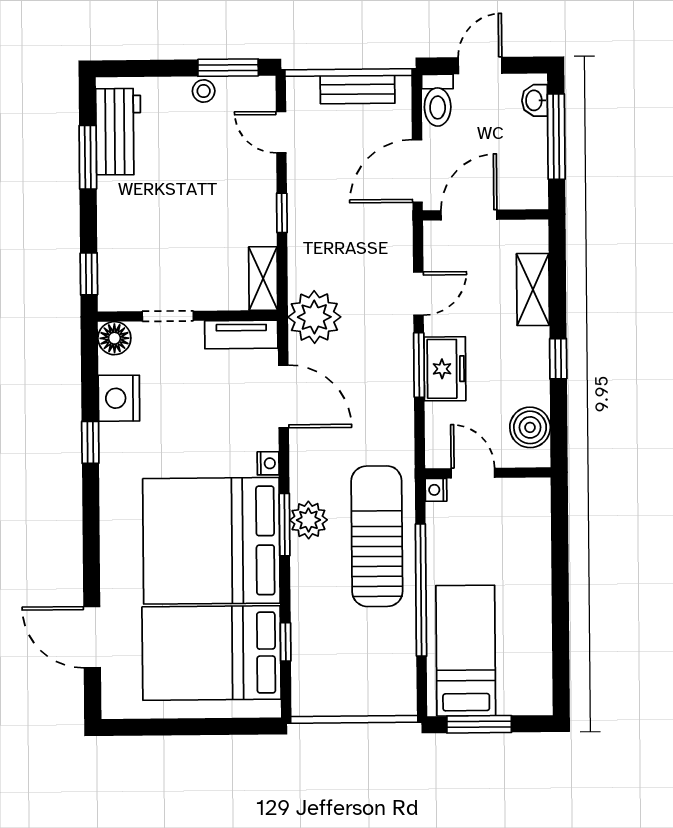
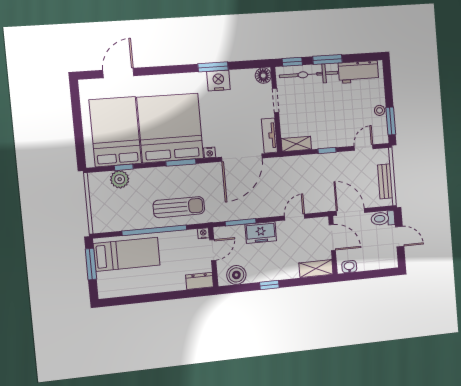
washbasin: (535, 100) -> (349, 267), moved
window: (556, 137) -> (370, 274), removed
window: (88, 157) -> (327, 59), moved
bicycle: (118, 241) -> (309, 74), added
shelving: (533, 289) -> (316, 269), moved
door: (418, 294) -> (295, 217), swing flipped
plant: (314, 317) -> (280, 169), removed
window: (419, 365) -> (241, 222), moved
door: (283, 396) -> (242, 158), width x1.36
nightstand: (119, 398) -> (218, 81), moved
window: (90, 442) -> (213, 67), width x1.50
dresser: (535, 505) -> (200, 281), added
plant: (308, 520) -> (120, 179), moved
sun lounger: (377, 536) -> (179, 207), width x0.73, depth x0.75

